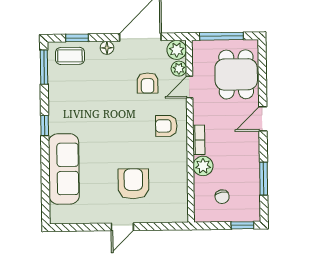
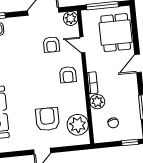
floor lamp: (107, 48) -> (19, 21), removed
plant: (179, 69) -> (78, 125), moved, width x1.87, depth x1.87
door: (189, 87) -> (82, 45), hinge flipped
armchair: (166, 126) -> (68, 75), turned -90

